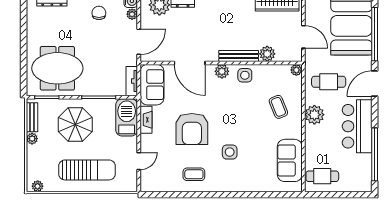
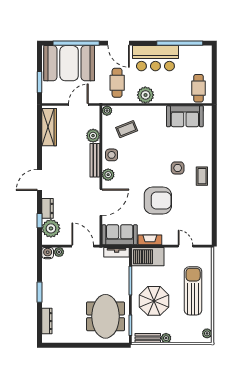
chair: (99, 13) -> (58, 281), removed
coffee table: (278, 107) -> (127, 129), moved
coffee table: (194, 174) -> (202, 176), moved

